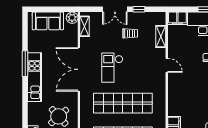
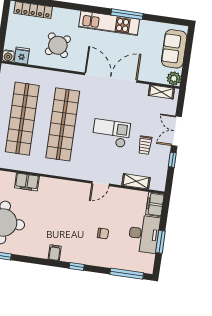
checkout: (112, 68) -> (111, 133), moved

